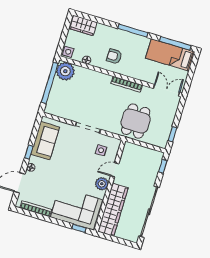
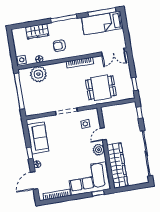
wardrobe: (83, 26) -> (37, 31), moved
plant: (65, 71) -> (38, 74), moved
double door: (166, 90) -> (113, 52), swing flipped
dining table: (136, 121) -> (101, 88), turned 90

